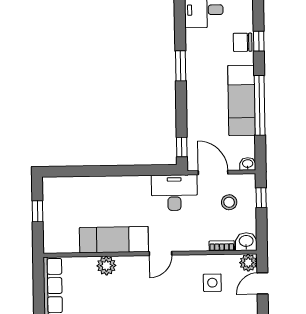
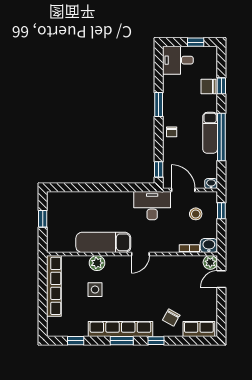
chair: (197, 100) -> (172, 132), added
exam couch: (241, 100) -> (210, 133), width x0.73, depth x0.69
side table: (212, 283) -> (95, 290), moved

